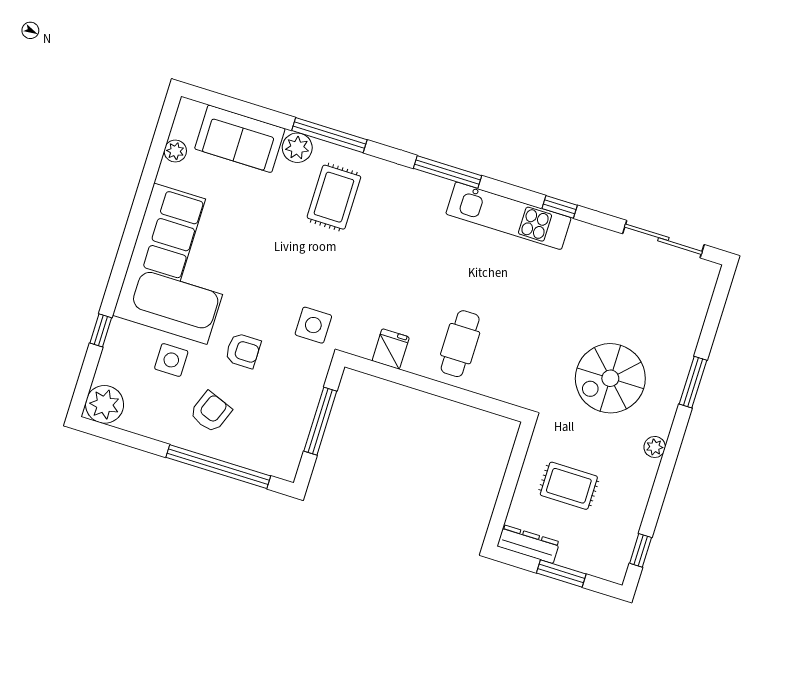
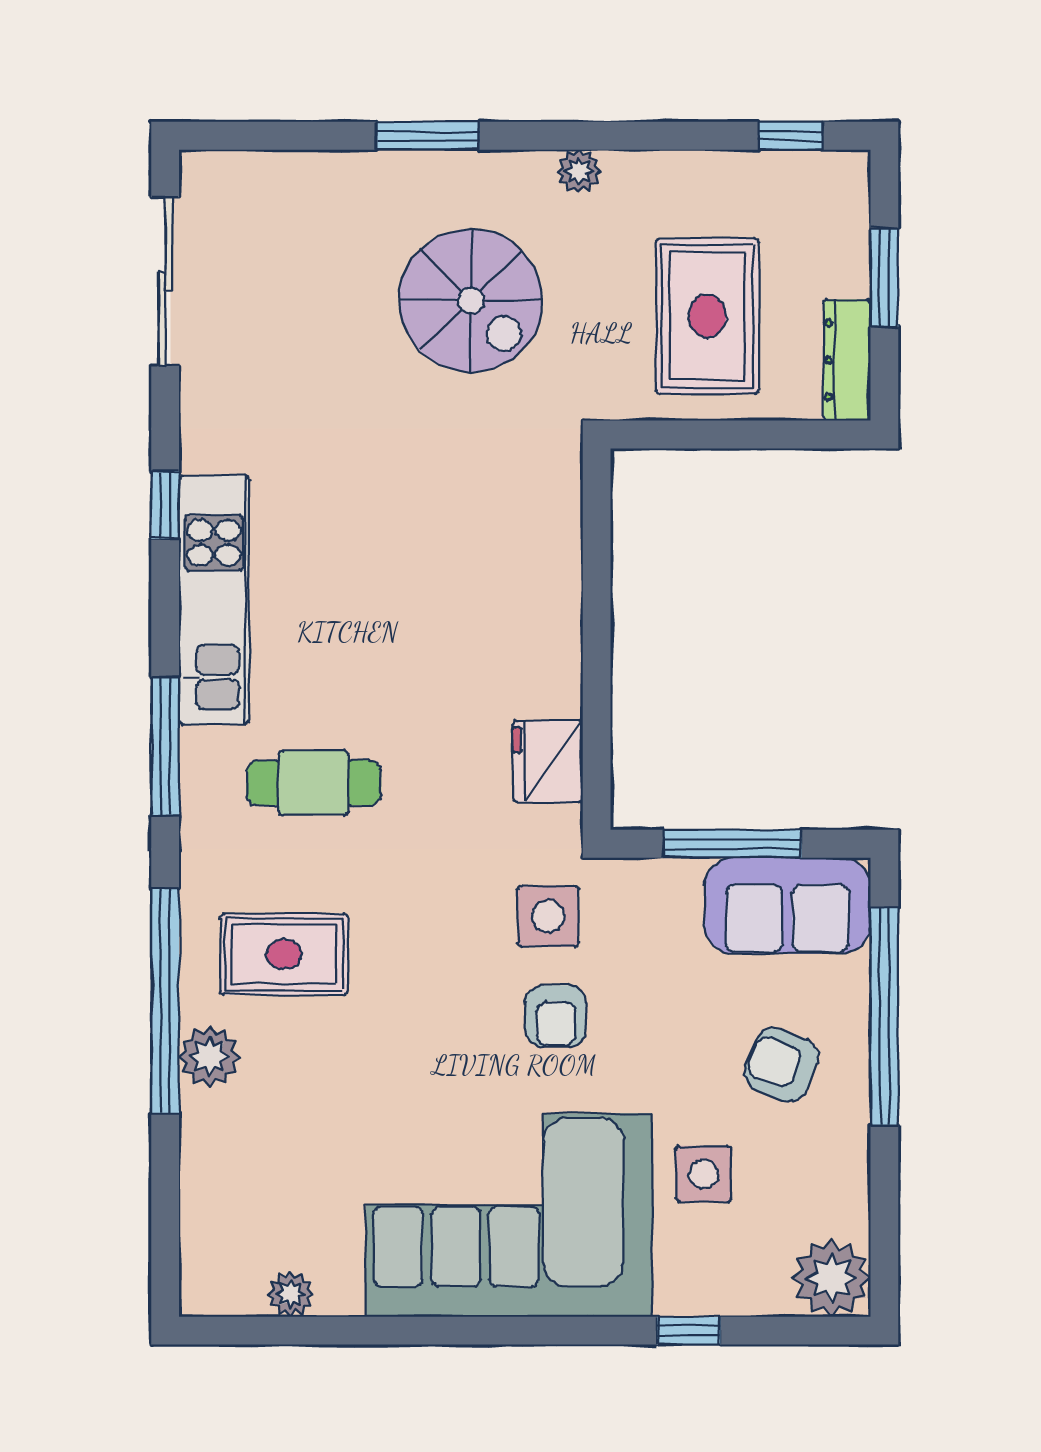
window: (329, 135) -> (165, 1001), width x1.46
sofa: (240, 139) -> (787, 906), moved, turned 90
cafe table: (460, 344) -> (314, 783), moved
fridge: (391, 349) -> (548, 761), width x1.38
armchair: (243, 351) -> (556, 1016), moved, turned 180
rug: (569, 486) -> (707, 316), width x1.36, depth x1.43

